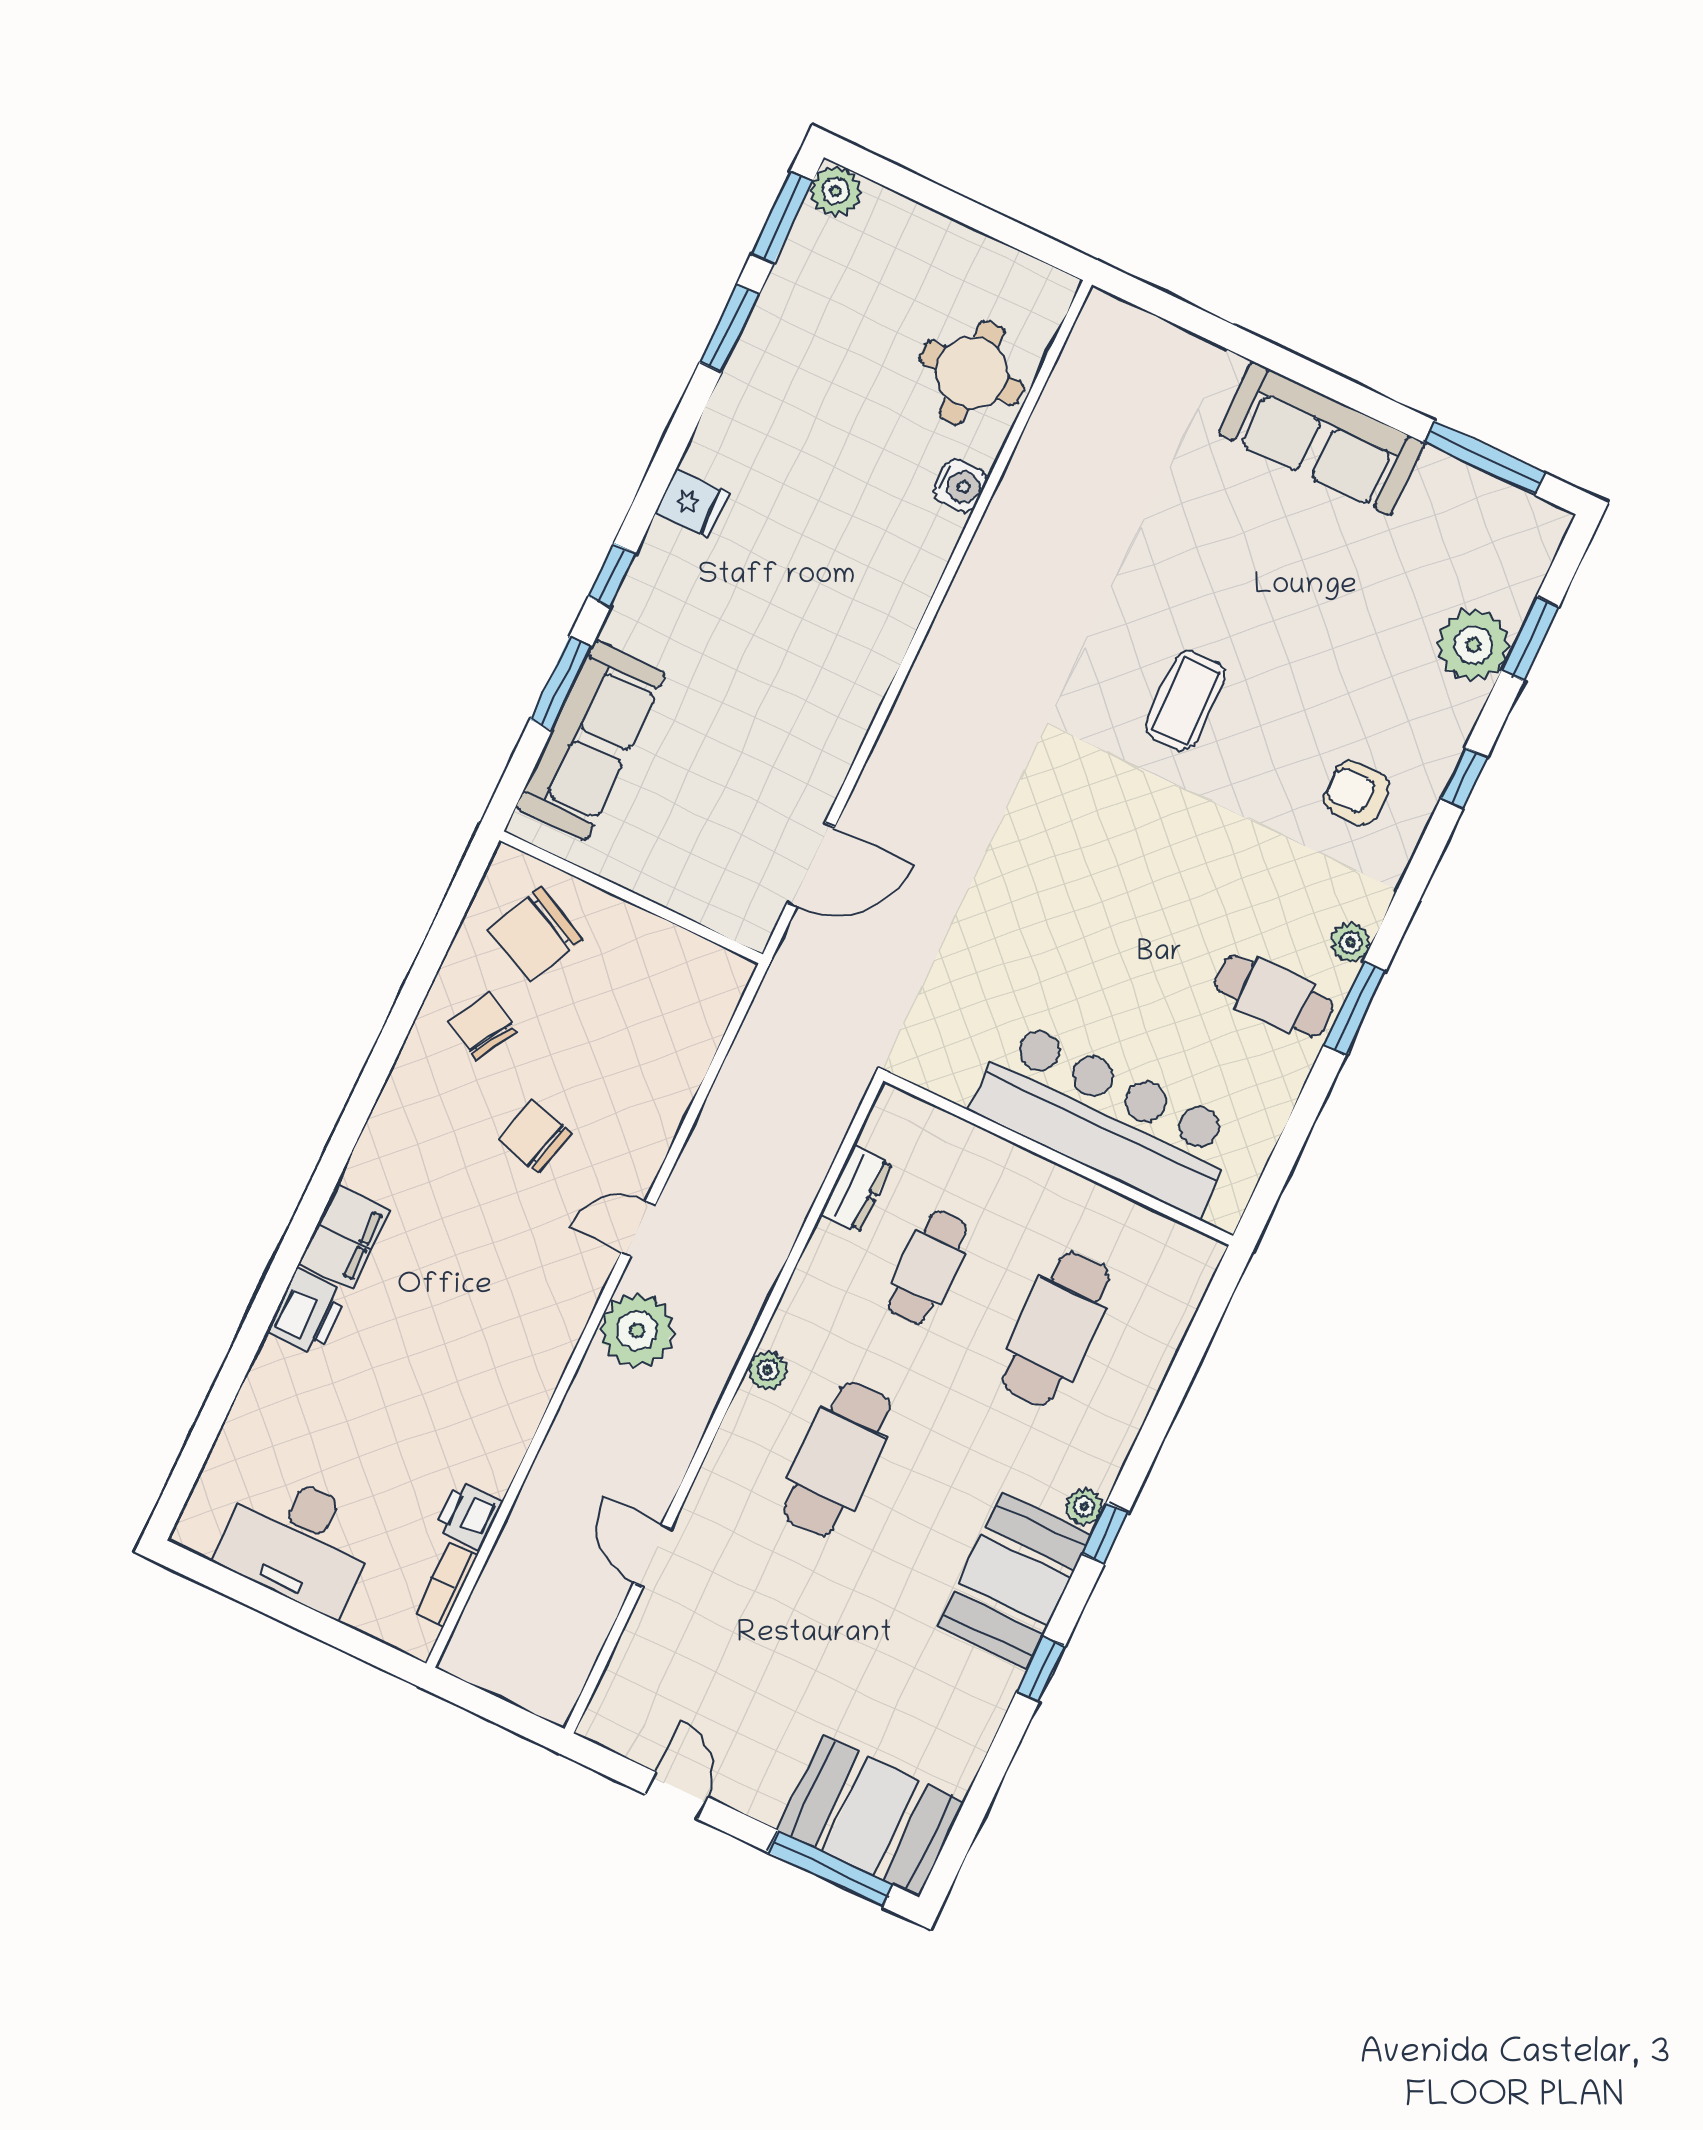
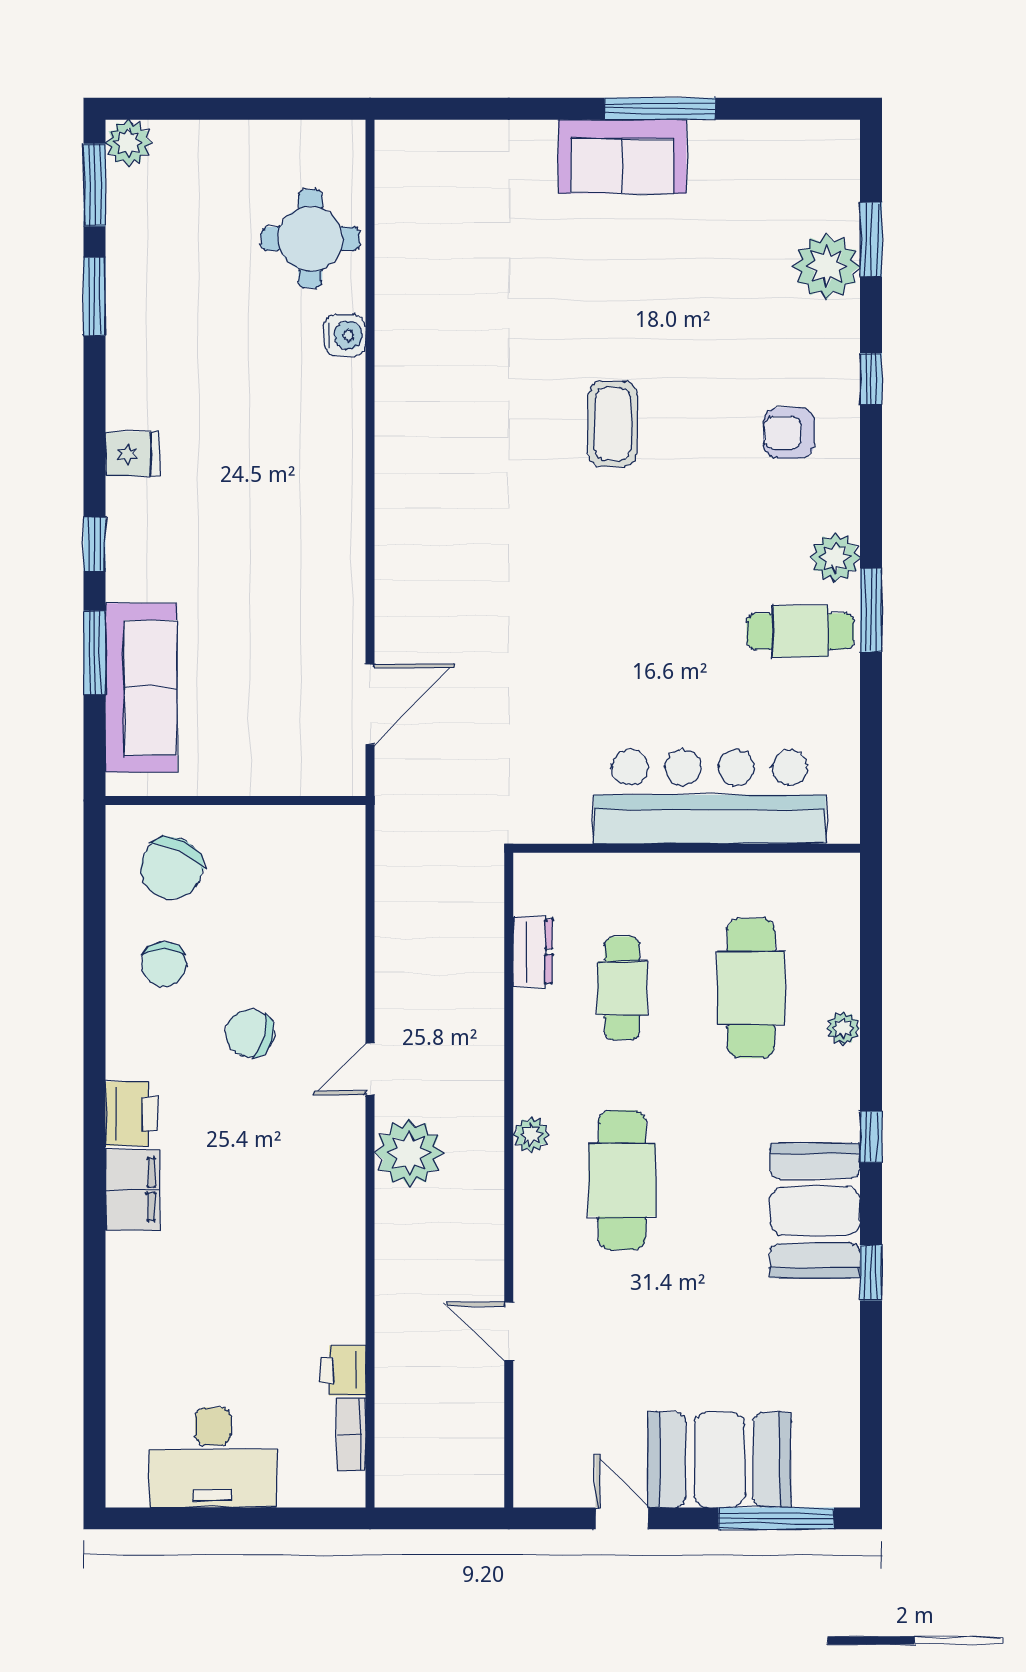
sofa: (1321, 439) -> (622, 157), width x0.73
window: (1485, 458) -> (660, 109), moved
plant: (1351, 942) -> (835, 558), width x1.38, depth x1.38
chair: (482, 1026) -> (164, 964), turned -121
printer: (308, 1312) -> (132, 1114), moved
plant: (1084, 1507) -> (843, 1028), moved
booth: (871, 1816) -> (720, 1460), moved

